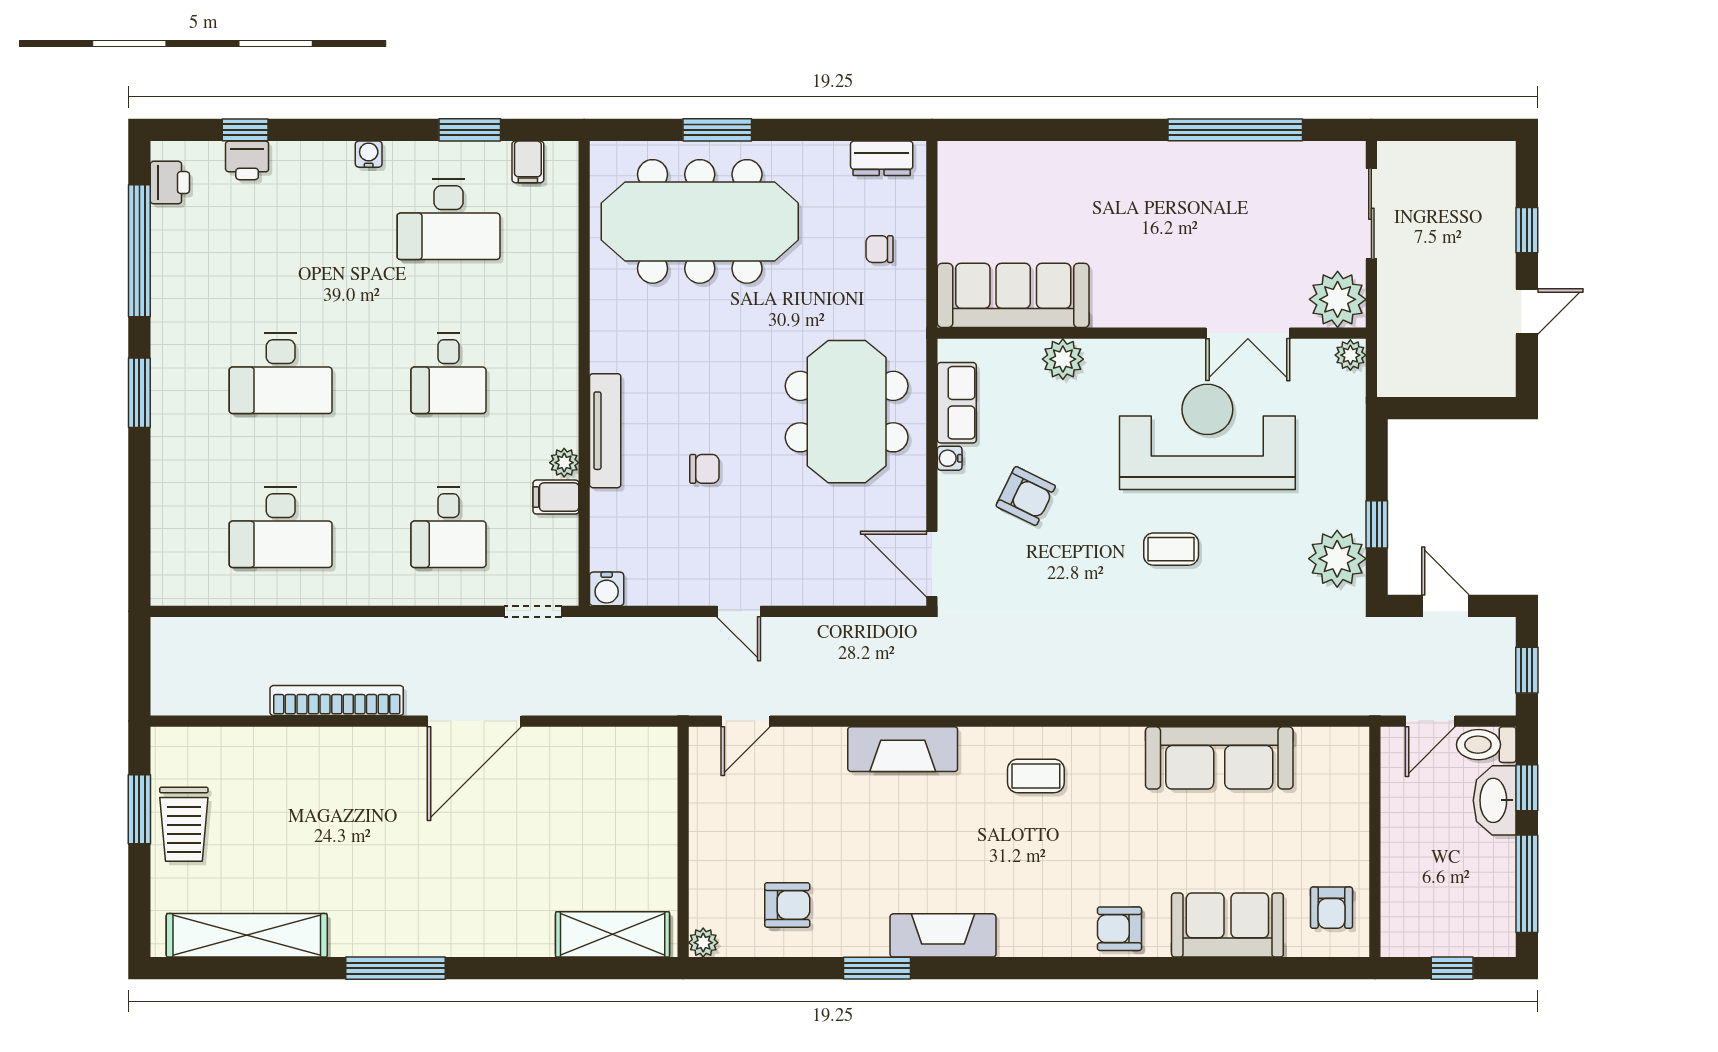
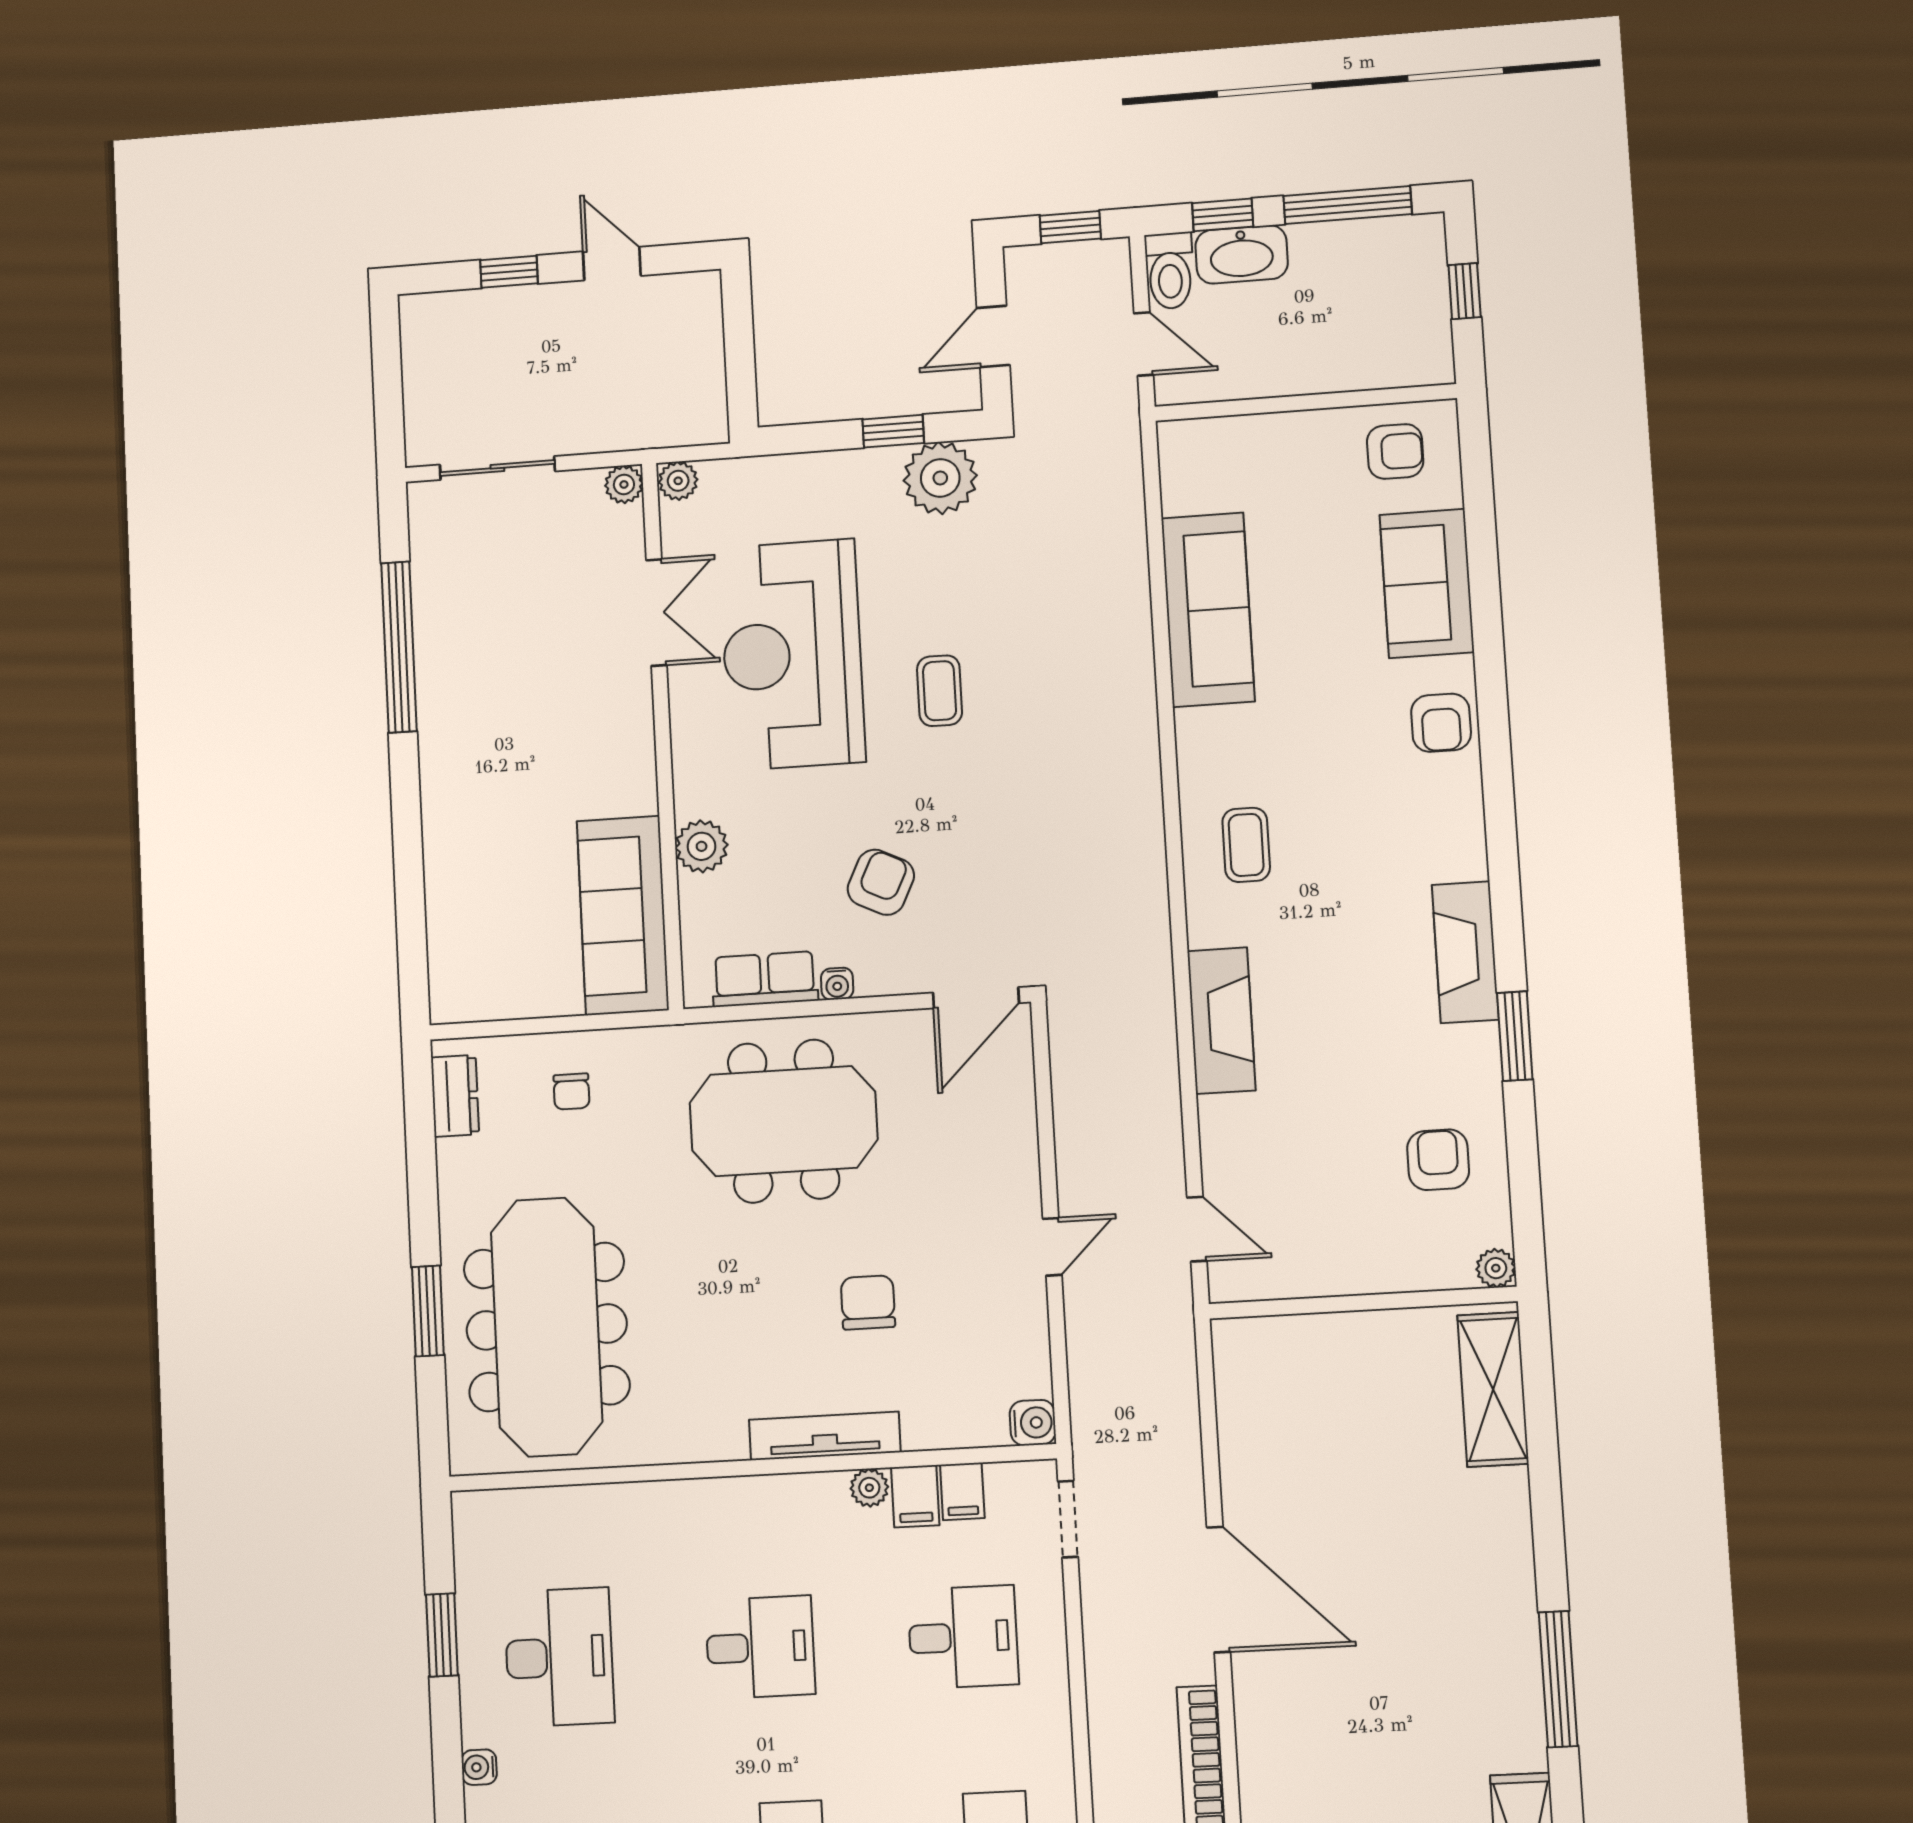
filing cabinet: (528, 162) -> (962, 1491), moved, turned 90
plant: (1338, 299) -> (624, 484), width x0.53, depth x0.53
chair: (704, 469) -> (868, 1302), width x1.37, depth x1.37

